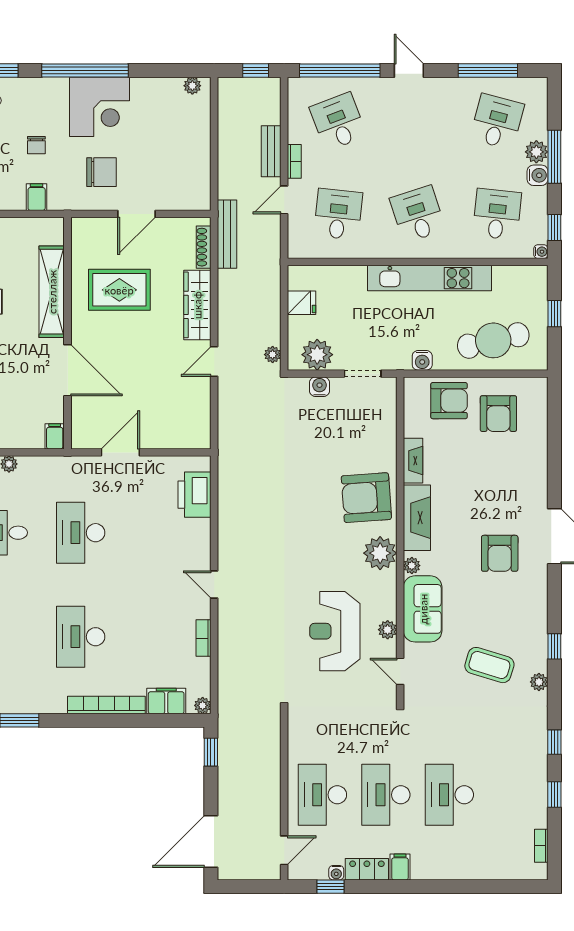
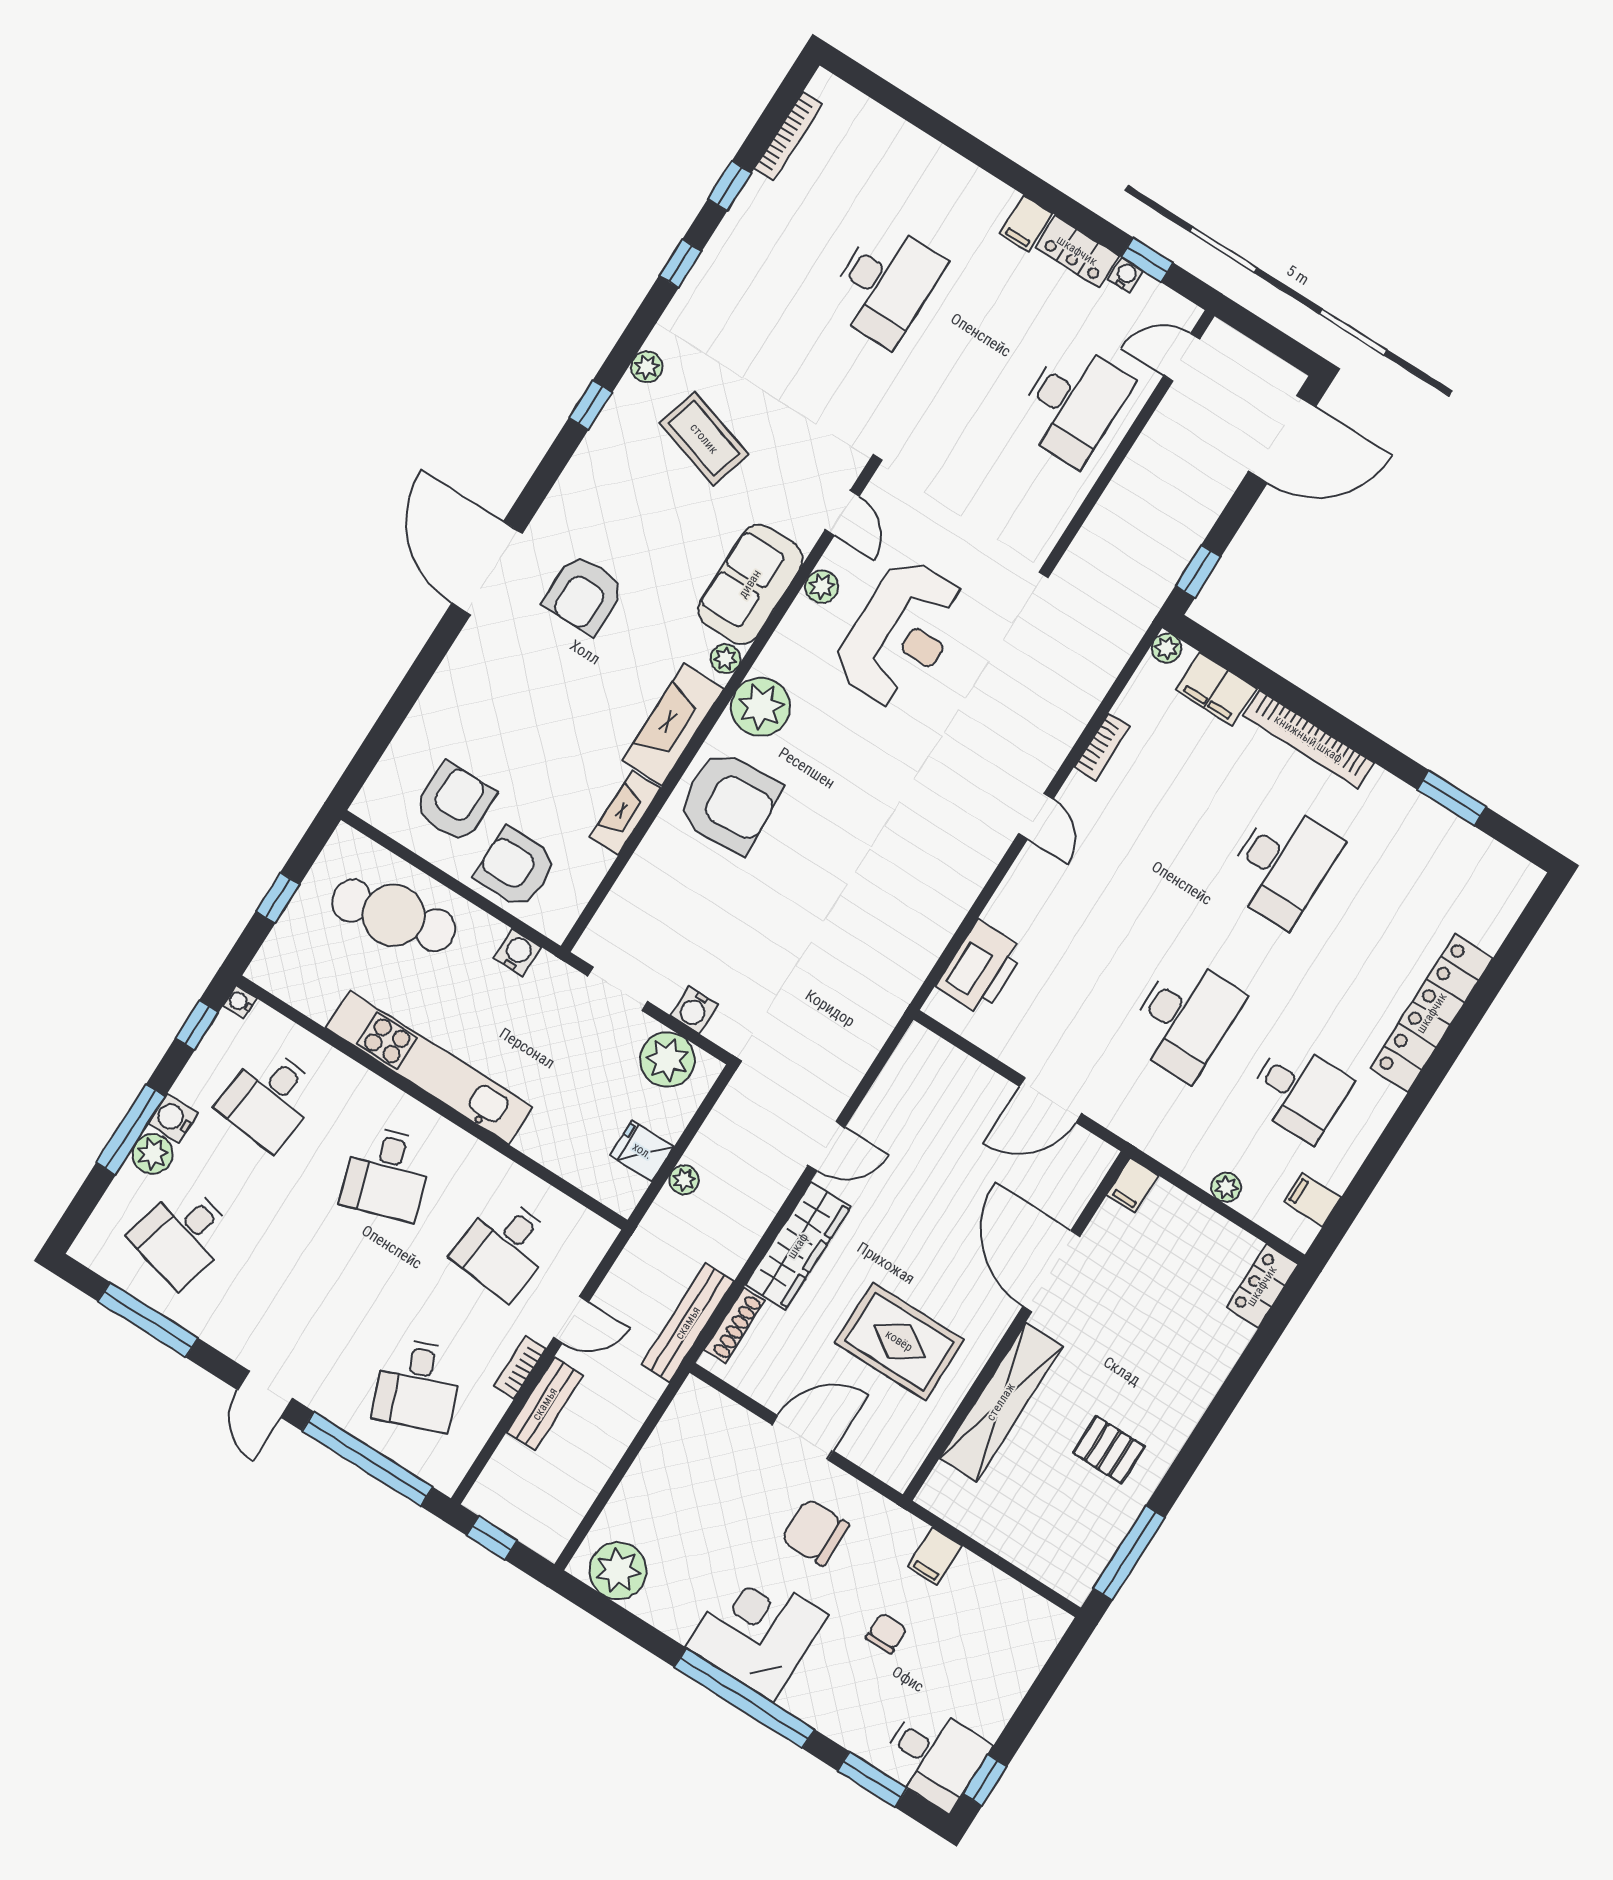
plant: (192, 86) -> (618, 1571), width x1.87, depth x1.87
plant: (273, 355) -> (684, 1180), moved
armchair: (500, 553) -> (584, 594), turned 180
desk: (386, 795) -> (979, 344), removed
bookcase: (541, 846) -> (788, 136), width x1.56

